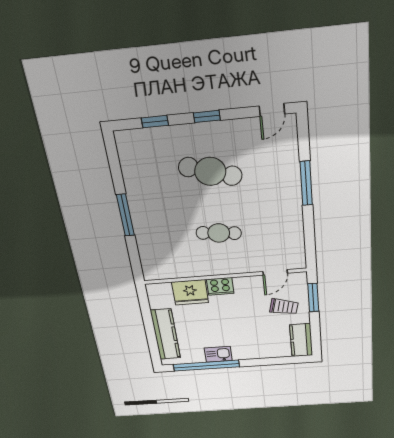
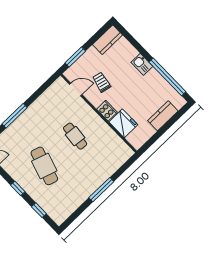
trolley: (284, 307) -> (102, 82), moved
kitchen counter: (165, 334) -> (163, 116), width x0.67
kitchen sink: (218, 354) -> (142, 64), moved

